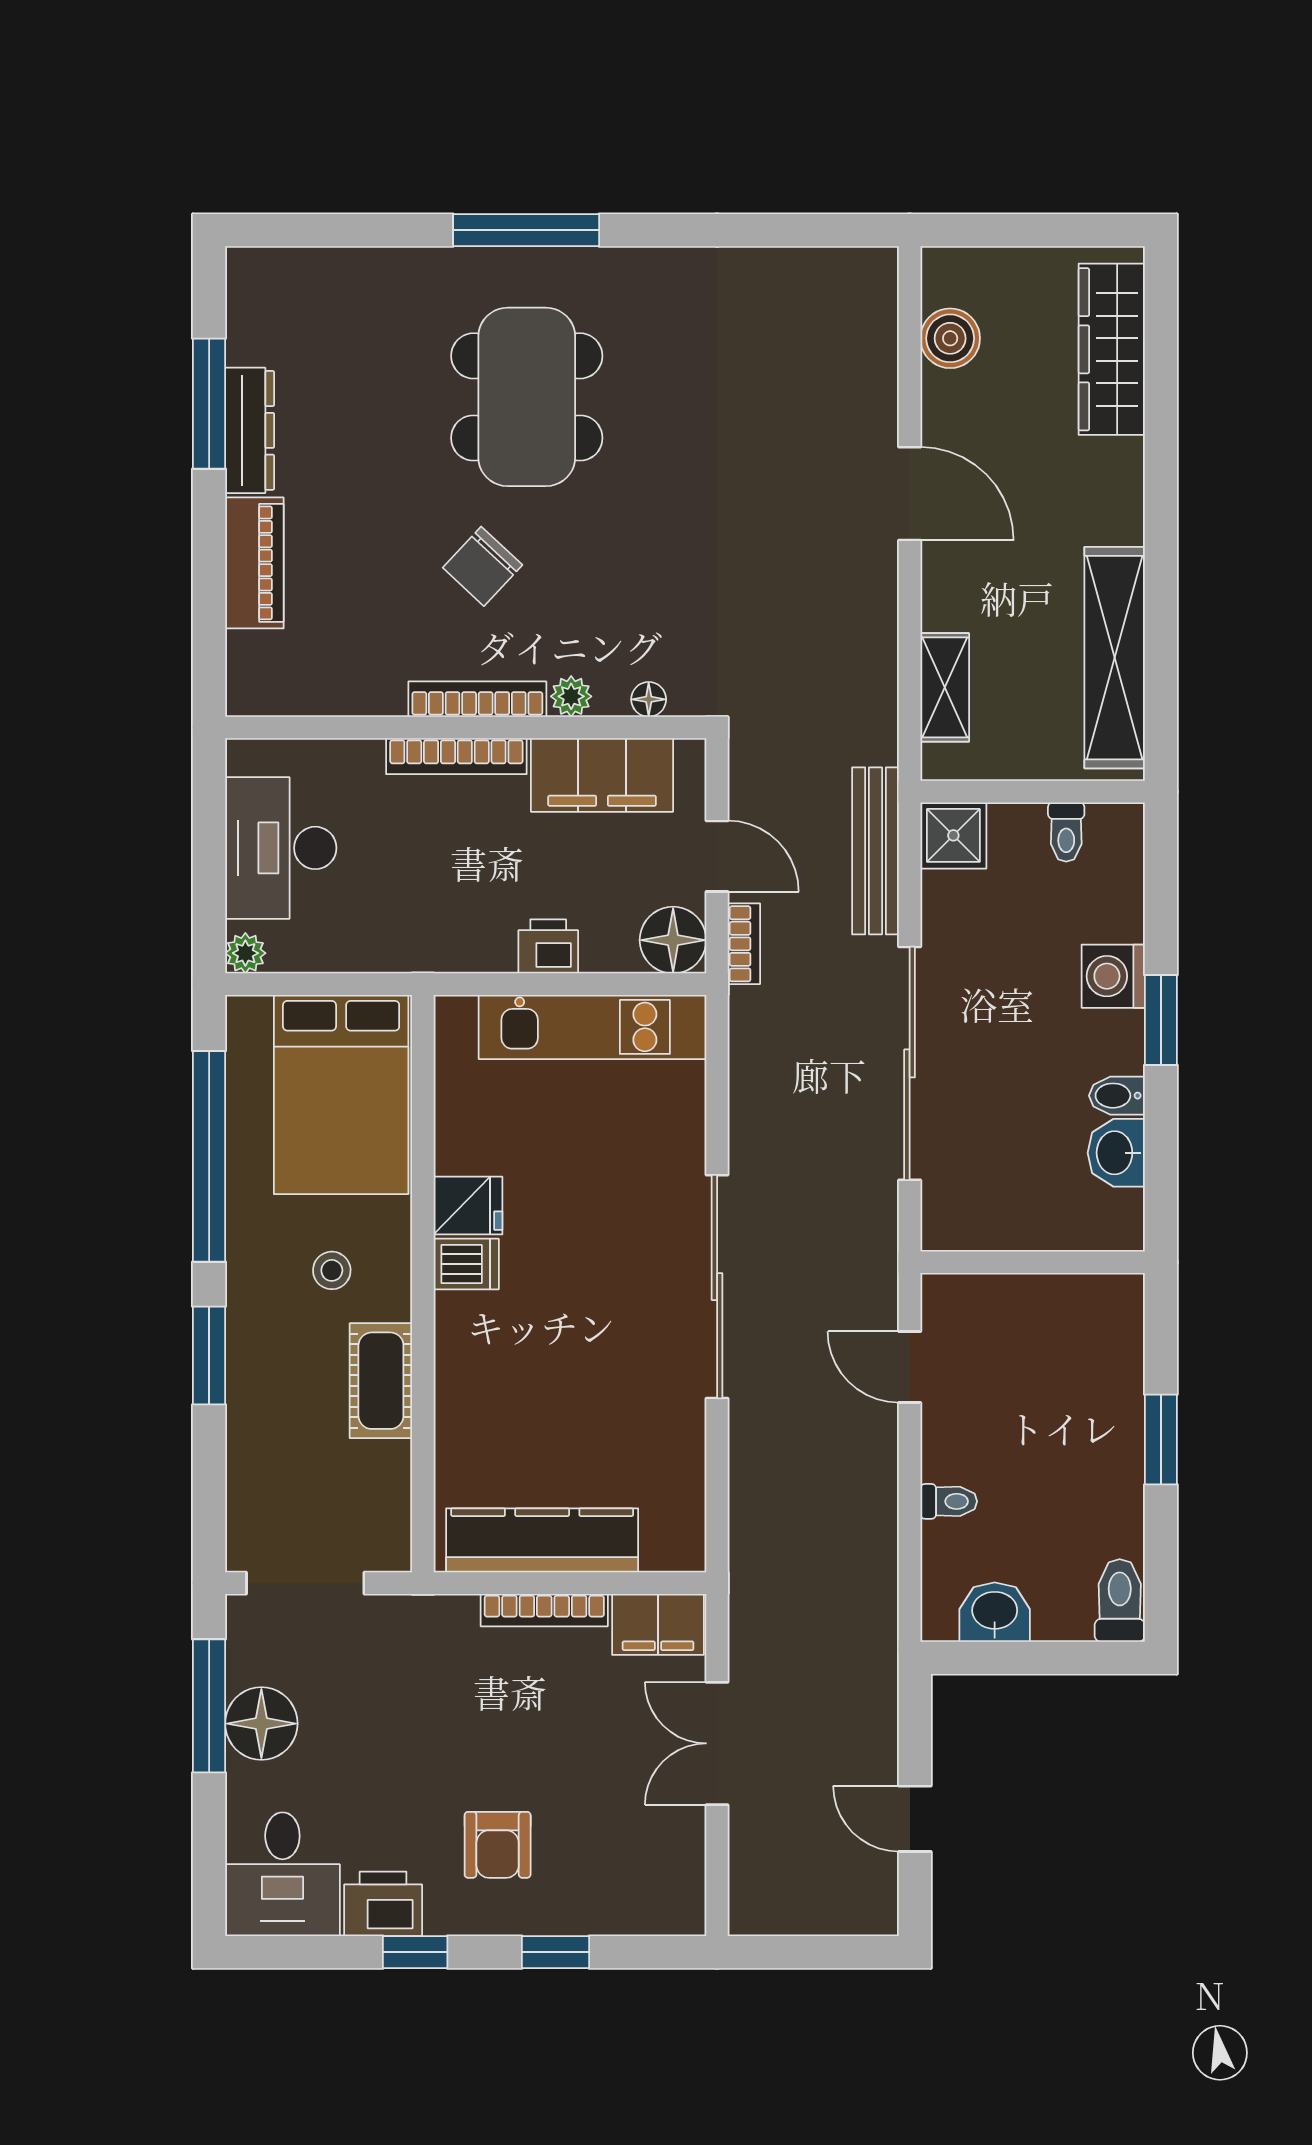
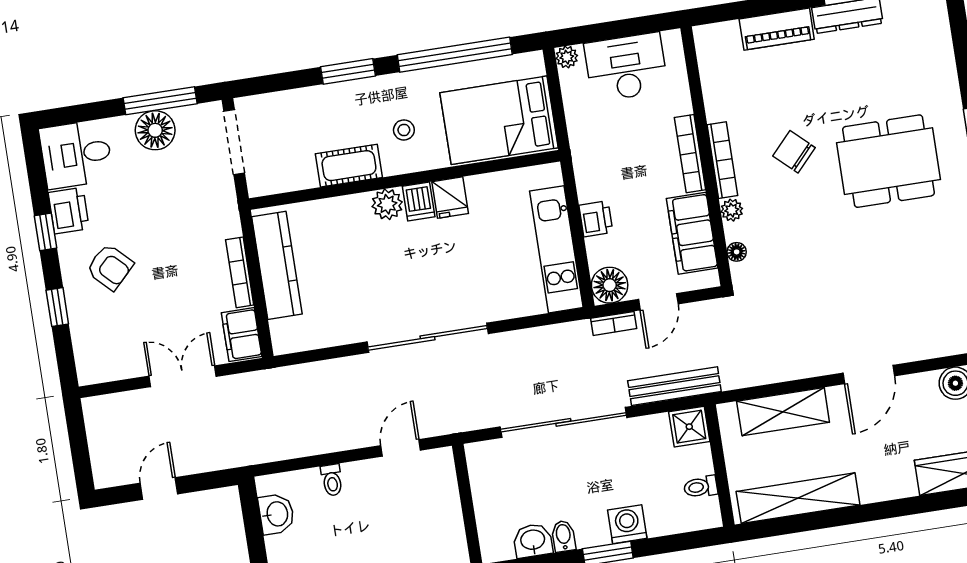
shelving: (945, 687) -> (783, 412), width x1.50, depth x1.33
plant: (462, 1322) -> (387, 204), added
armchair: (498, 1845) -> (110, 267), turned -135

